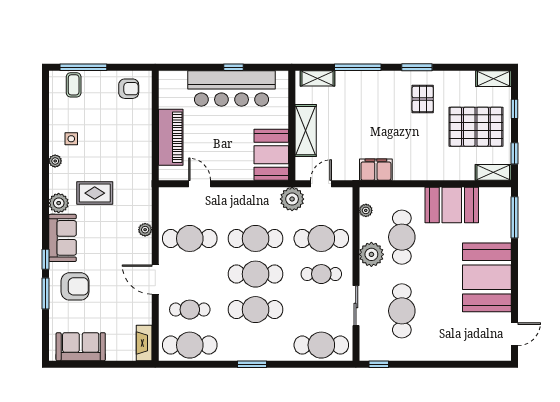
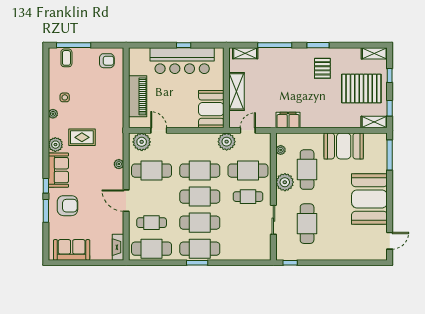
plant: (176, 199) -> (142, 142), added
cafe table: (321, 345) -> (200, 249), moved

